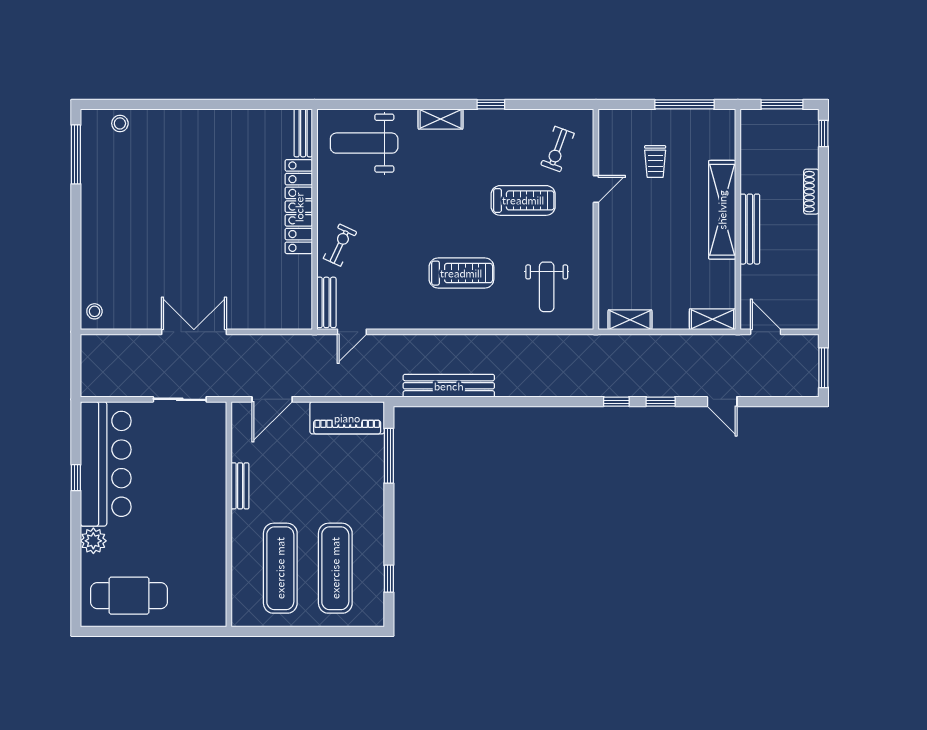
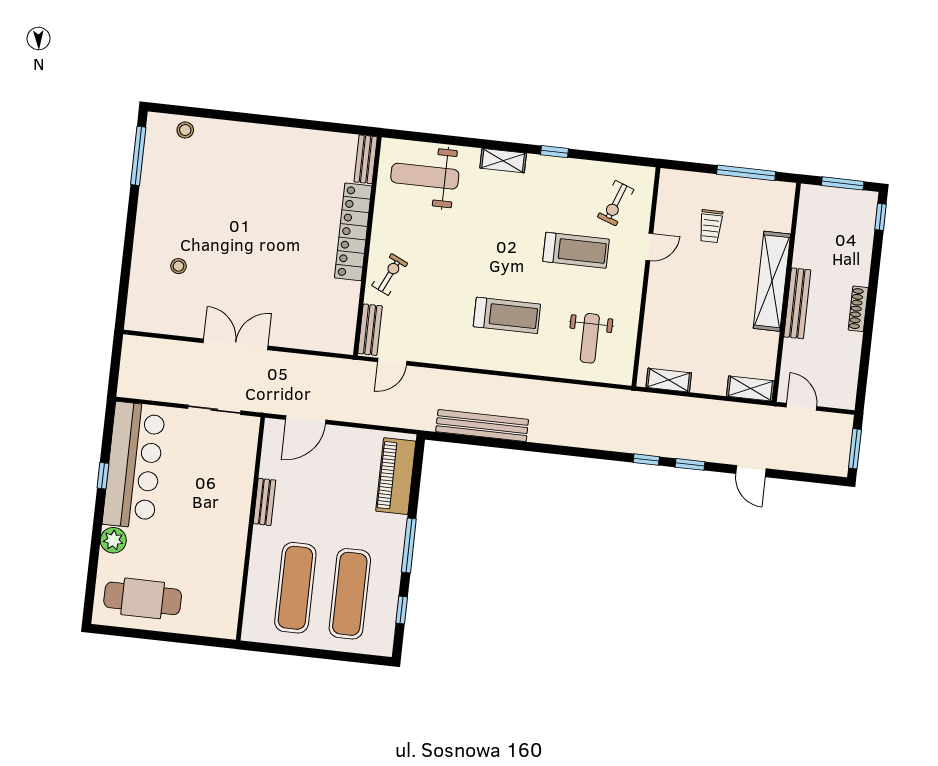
shoe rack: (811, 192) -> (858, 309), moved
stool: (94, 311) -> (178, 266), moved
piano: (347, 418) -> (396, 476), moved, turned 90
window: (389, 456) -> (409, 546), moved

